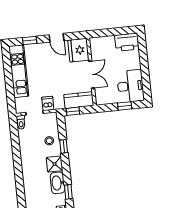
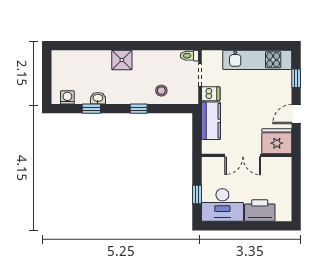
printer: (127, 42) -> (260, 211), moved, turned 90
kitchen counter: (79, 100) -> (211, 121), moved
window: (73, 111) -> (197, 126), removed
window: (64, 146) -> (139, 109), moved
shower: (55, 164) -> (122, 60), moved
washbasin: (57, 183) -> (98, 98), width x0.52, depth x0.69

